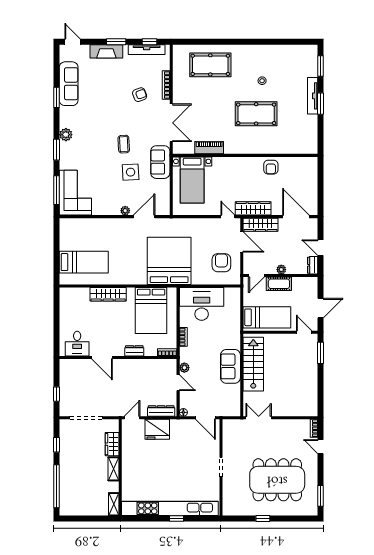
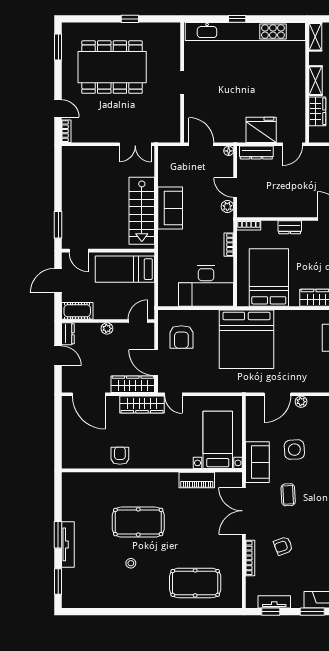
tv unit: (147, 50) -> (274, 602), width x0.71
coffee table: (124, 144) -> (288, 495), moved
cot: (279, 284) -> (77, 311), moved

